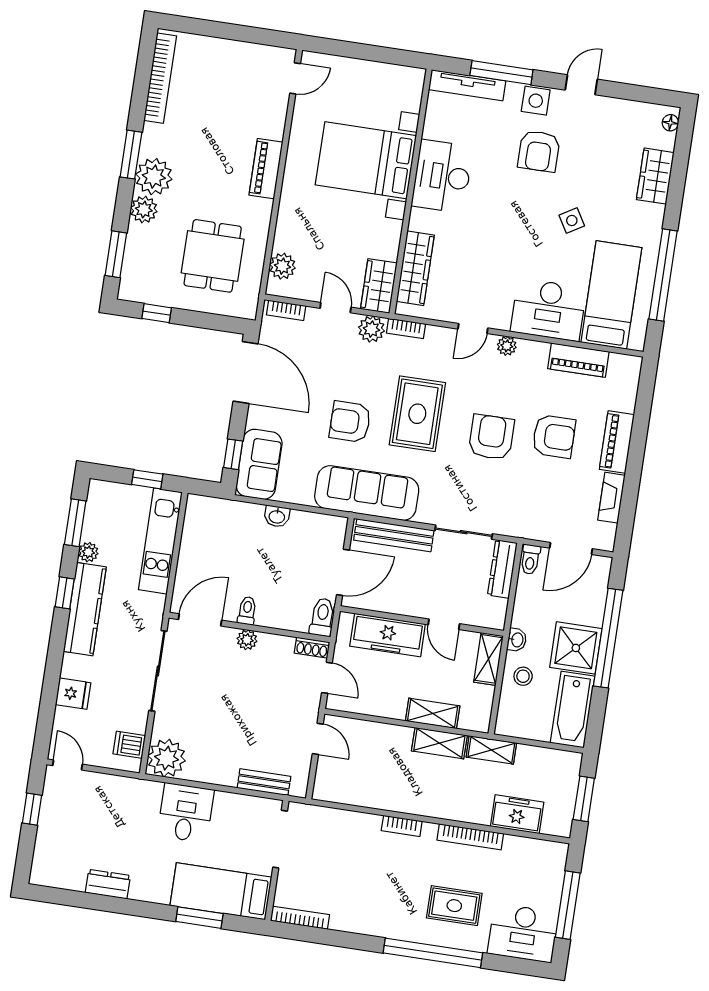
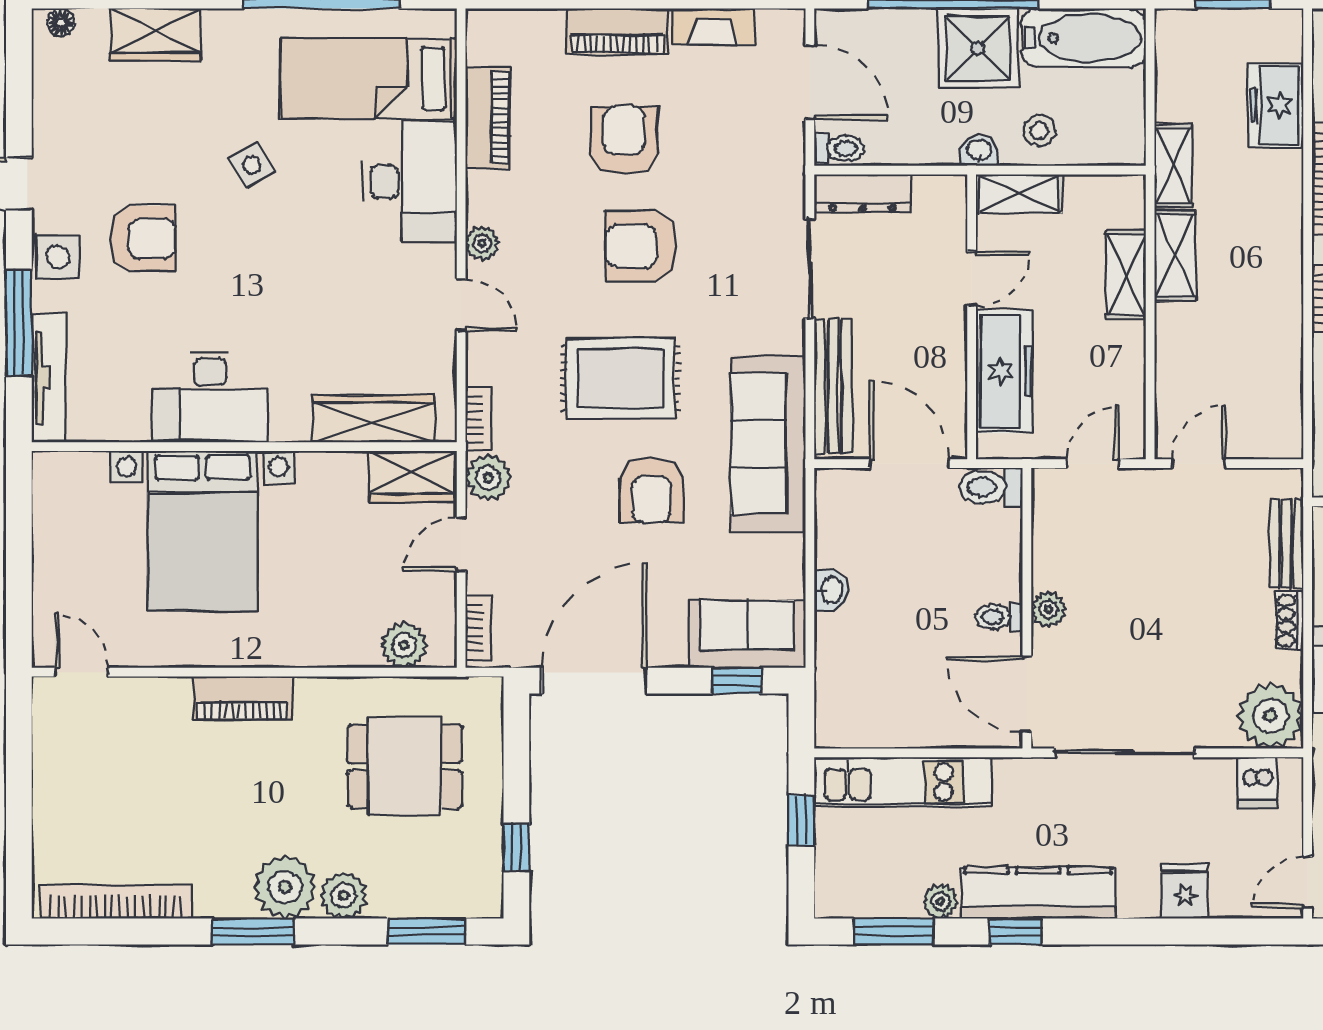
shoe rack: (312, 648) -> (1289, 620), moved, turned 180

